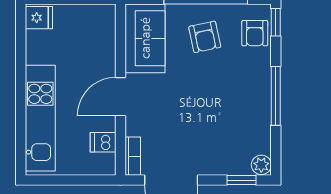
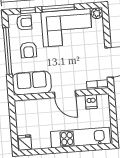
window: (276, 22) -> (28, 10), moved
armchair: (205, 37) -> (28, 50), turned 102
corner sofa: (240, 109) -> (67, 28), added
window: (242, 180) -> (106, 24), removed

